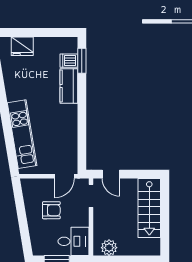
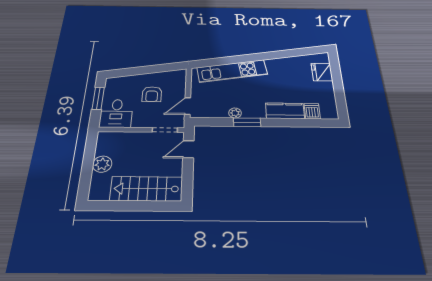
window: (82, 61) -> (247, 122), moved
plant: (72, 132) -> (235, 113), added
door: (64, 176) -> (188, 106), hinge flipped
plant: (109, 248) -> (102, 164), moved

